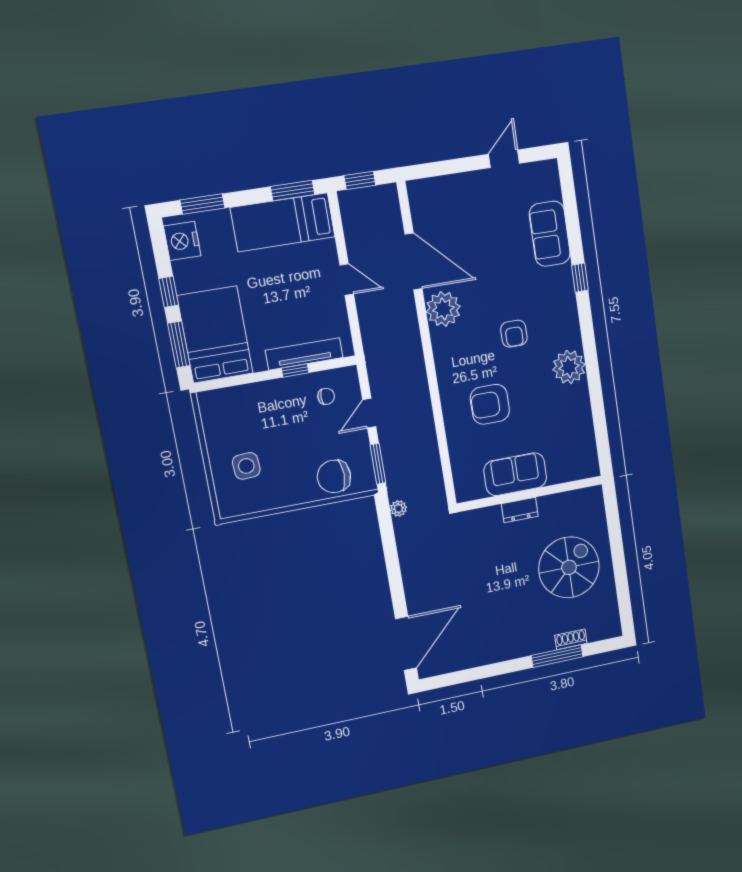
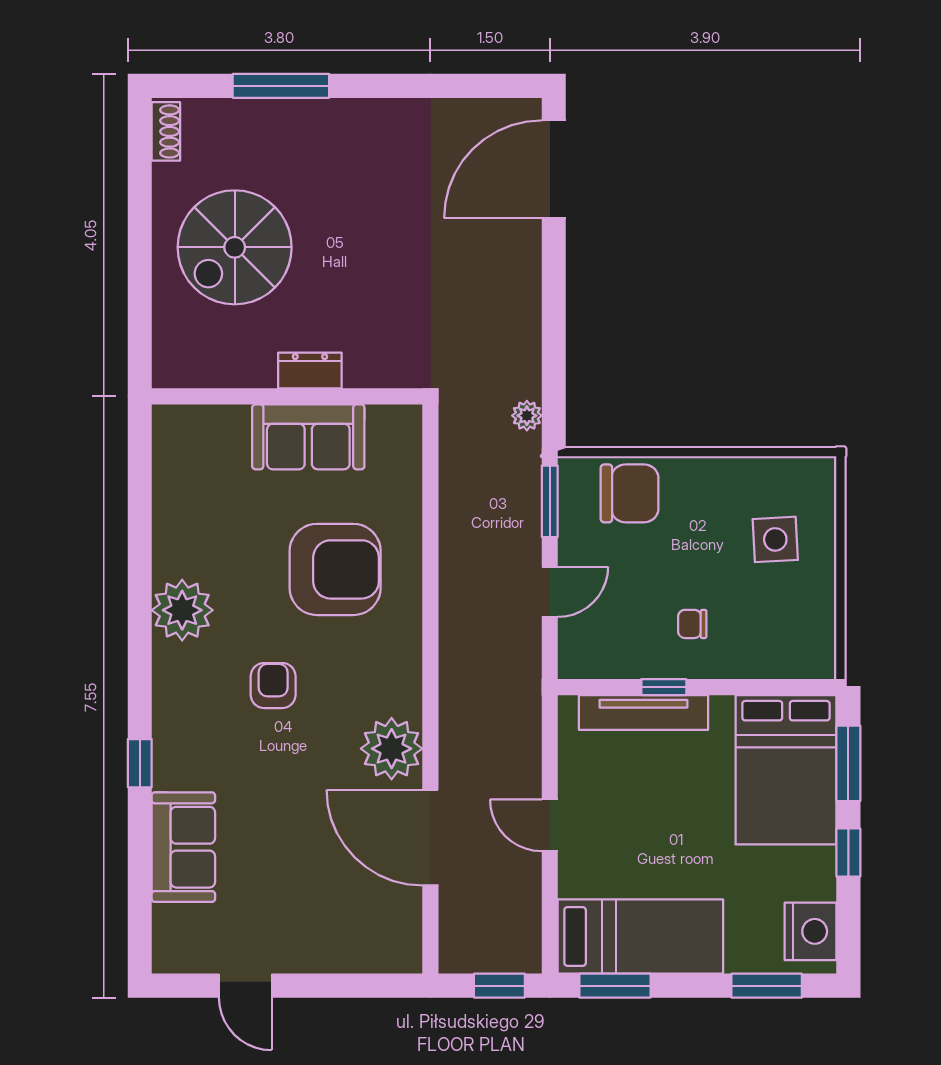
door: (504, 159) -> (245, 986), hinge flipped
chair: (326, 396) -> (692, 624), moved
armchair: (490, 404) -> (335, 569), width x1.36, depth x1.36
shoe rack: (571, 639) -> (166, 131), moved, turned -90

